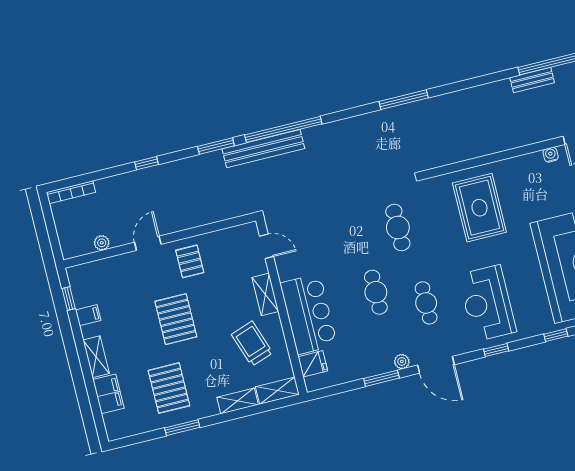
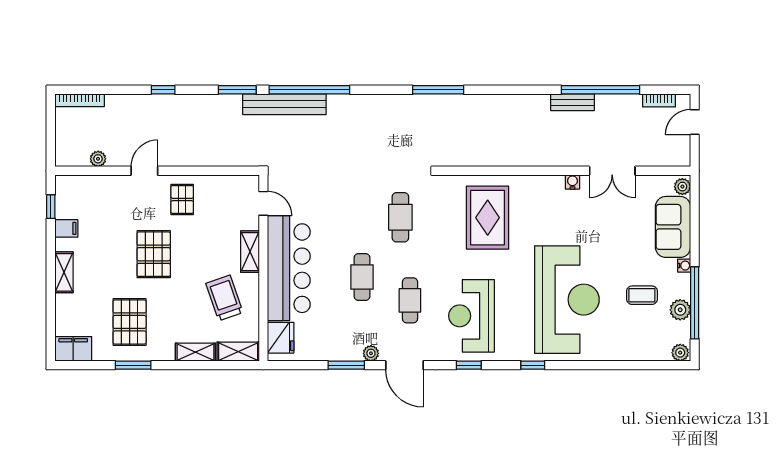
bar counter: (309, 314) -> (289, 268), width x1.36
fridge: (313, 364) -> (281, 338), width x1.38
filing cabinet: (108, 394) -> (73, 349), moved, turned -90

